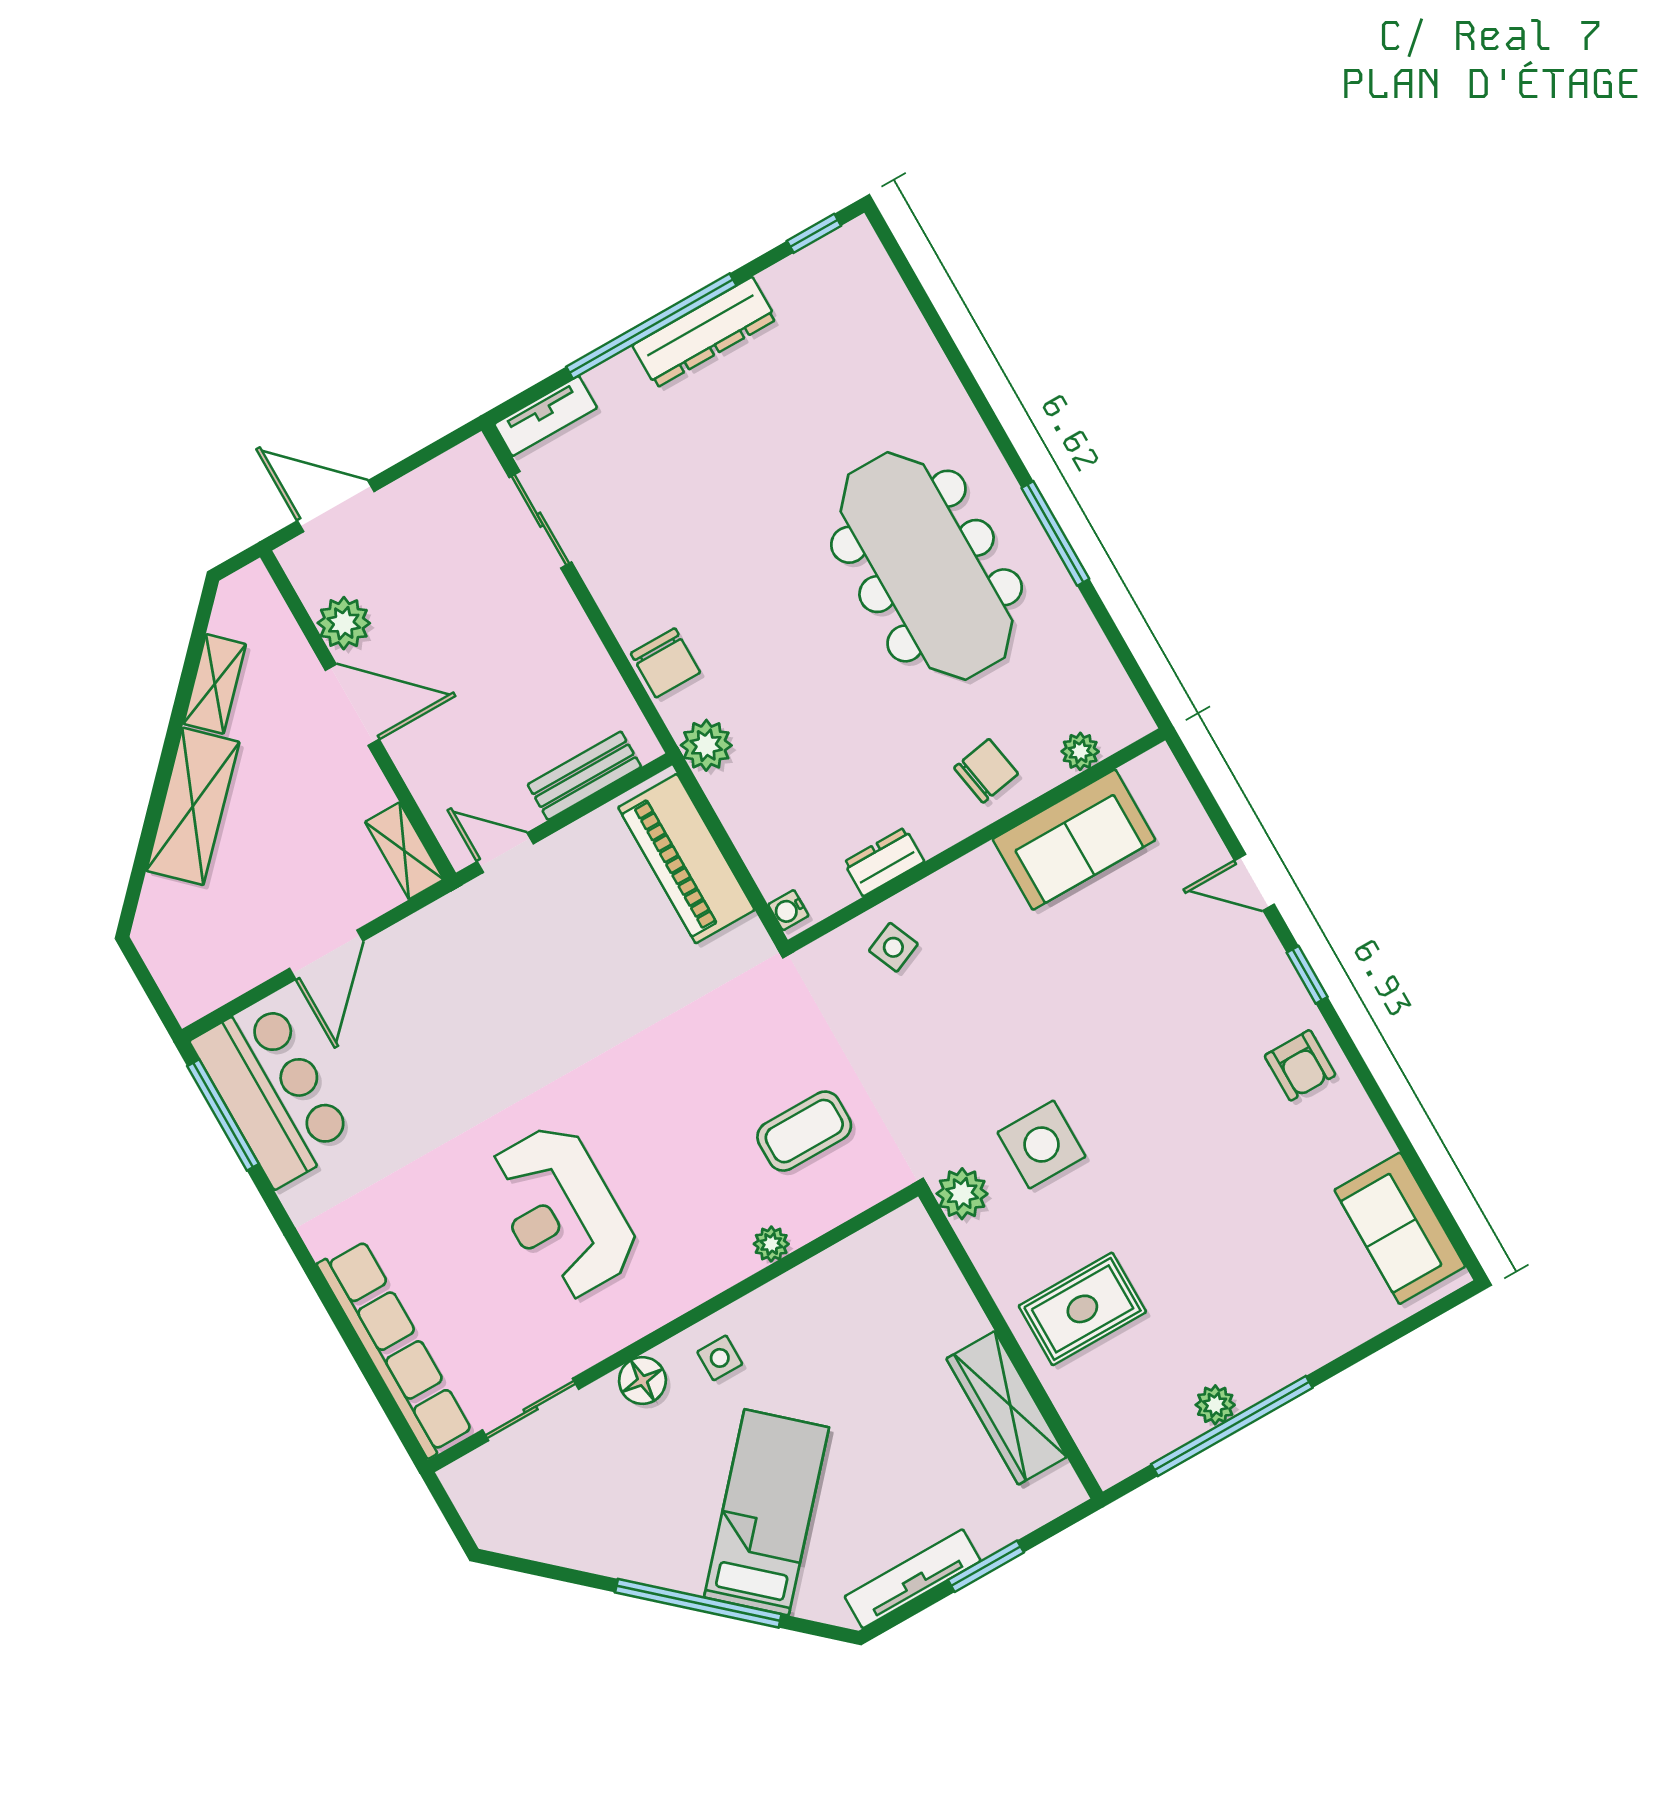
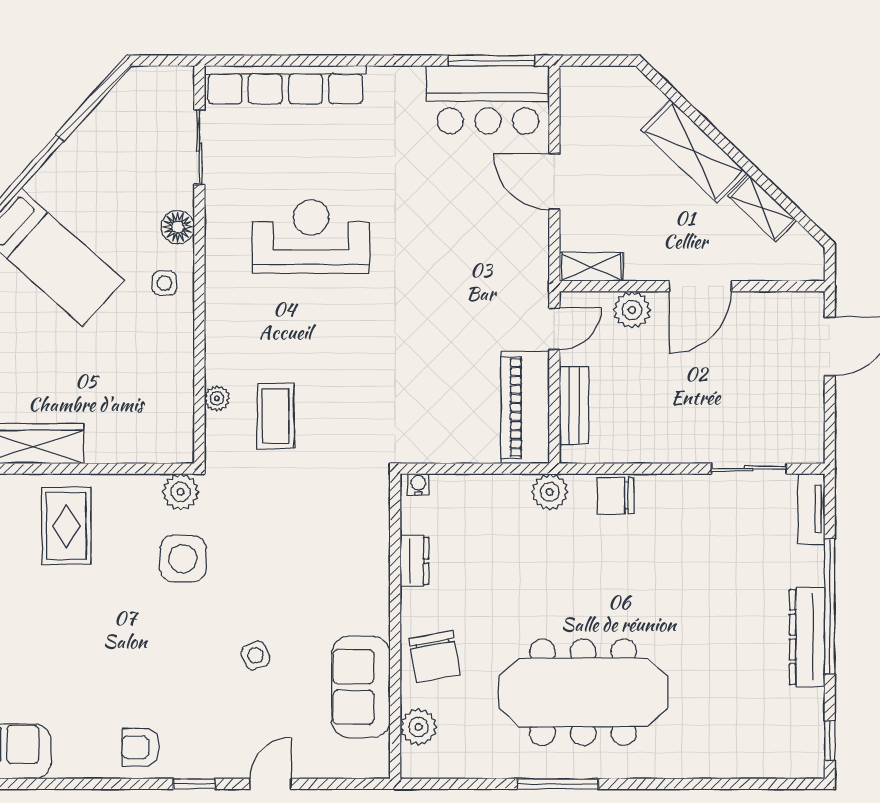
plant: (344, 623) -> (632, 310), moved
plant: (1080, 751) -> (419, 727), width x1.38, depth x1.38
chair: (986, 771) -> (435, 657), width x1.37, depth x1.37
piano: (686, 859) -> (525, 408), moved, turned -90
side table: (893, 947) -> (256, 655), moved
plant: (771, 1244) -> (217, 398), moved

